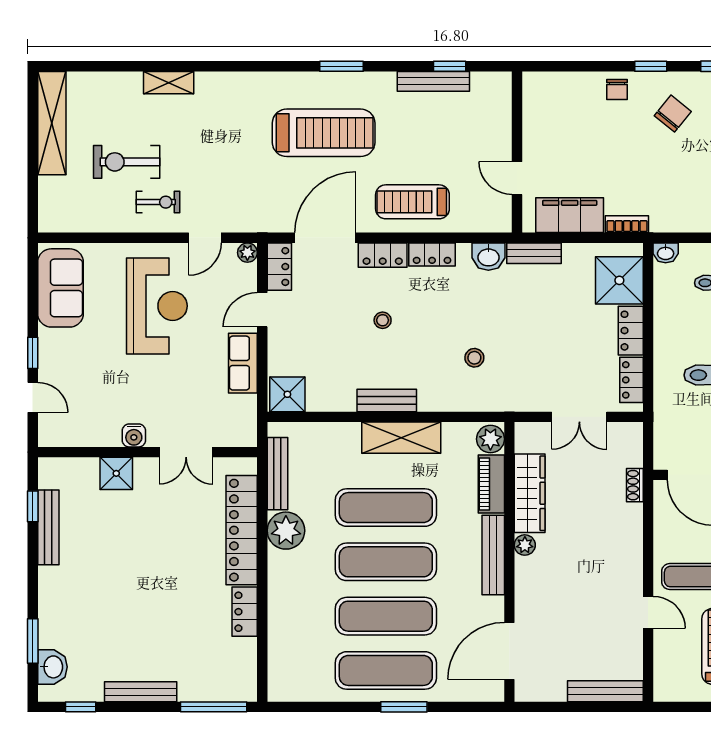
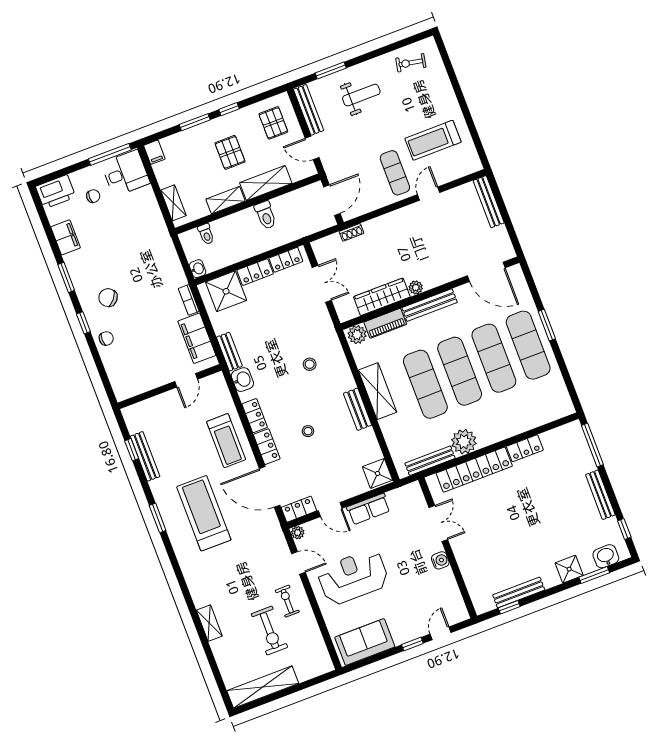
shower: (116, 473) -> (569, 569), moved

